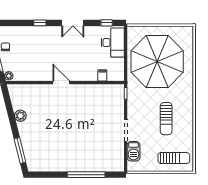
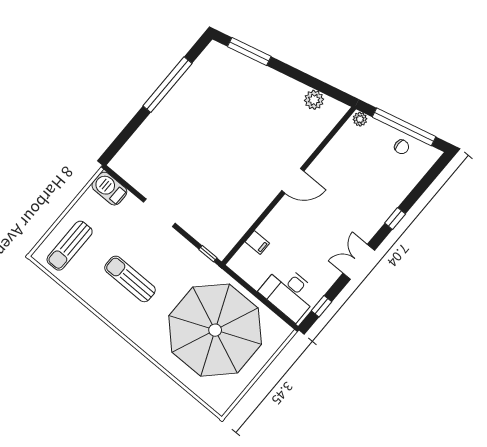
plant: (20, 116) -> (314, 100), moved
barbecue: (134, 151) -> (109, 189), moved
window: (86, 175) -> (167, 85), moved

